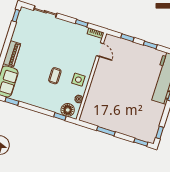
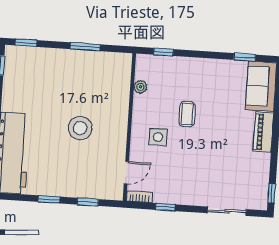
door: (100, 50) -> (126, 173), swing flipped
side table: (78, 80) -> (158, 137), moved
stool: (121, 83) -> (80, 128), added
floor lamp: (68, 110) -> (154, 65), removed

